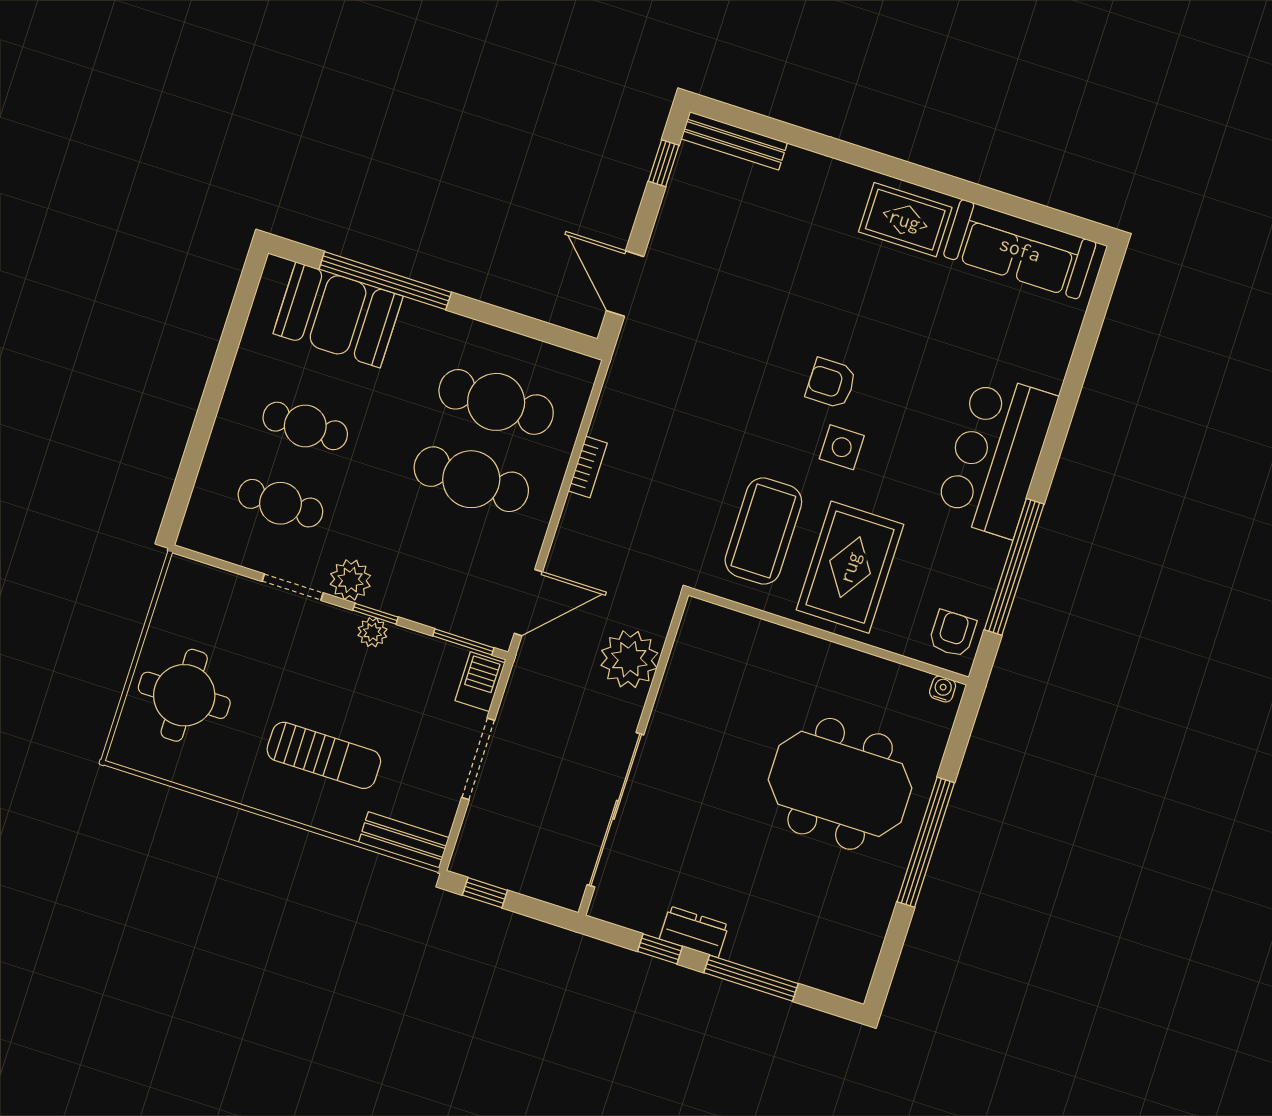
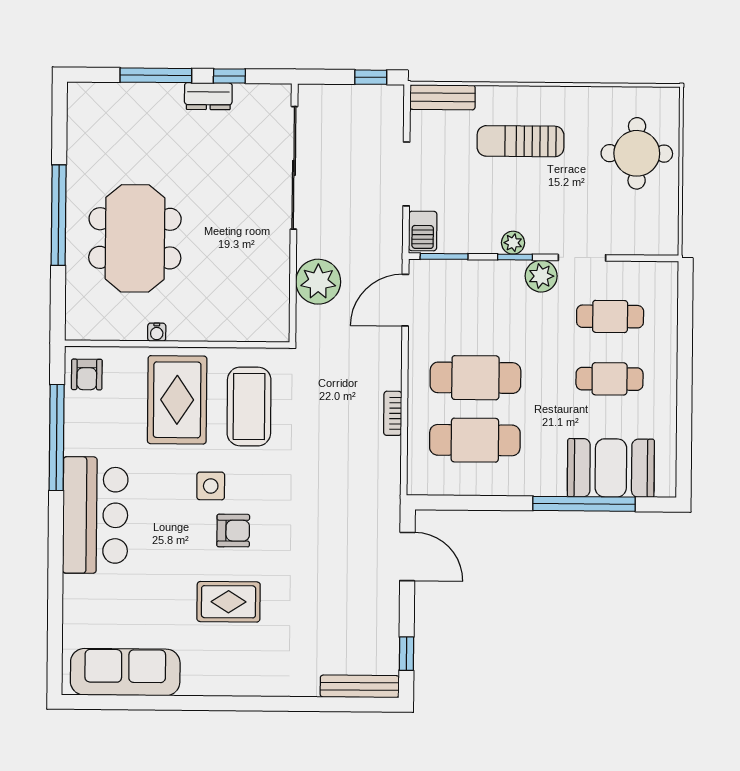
rug: (905, 220) -> (229, 602), moved
water cooler: (943, 689) -> (157, 332), moved
meeting table: (840, 784) -> (135, 238), turned 90

